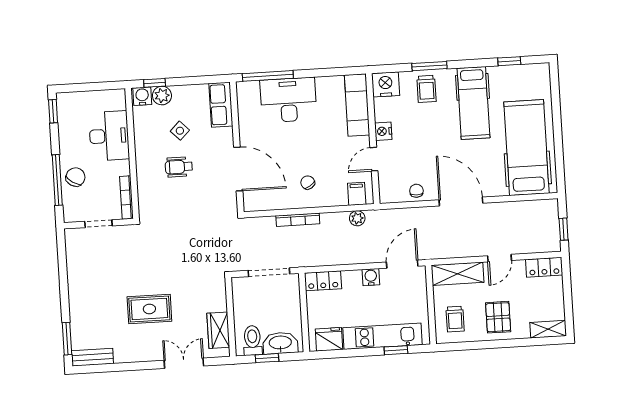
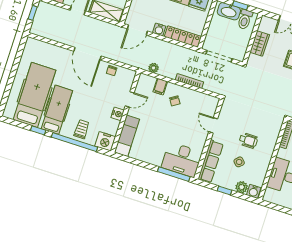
window: (509, 61) -> (38, 130), moved
window: (429, 66) -> (75, 142), width x2.11
window: (155, 83) -> (225, 191), moved
desk: (288, 100) -> (182, 160), moved
row of seats: (221, 105) -> (211, 161), width x1.48
hospital bed: (526, 148) -> (35, 95), moved, turned 180
door: (238, 169) -> (213, 125), width x0.53
filing cabinet: (357, 194) -> (160, 87), moved
locker: (323, 281) -> (183, 37), width x1.53
wardrobe: (218, 330) -> (260, 44), moved

